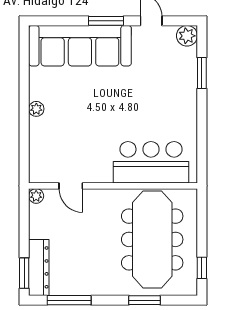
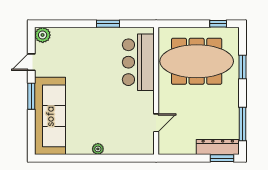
window: (202, 73) -> (108, 24), moved
plant: (36, 196) -> (164, 149), removed

